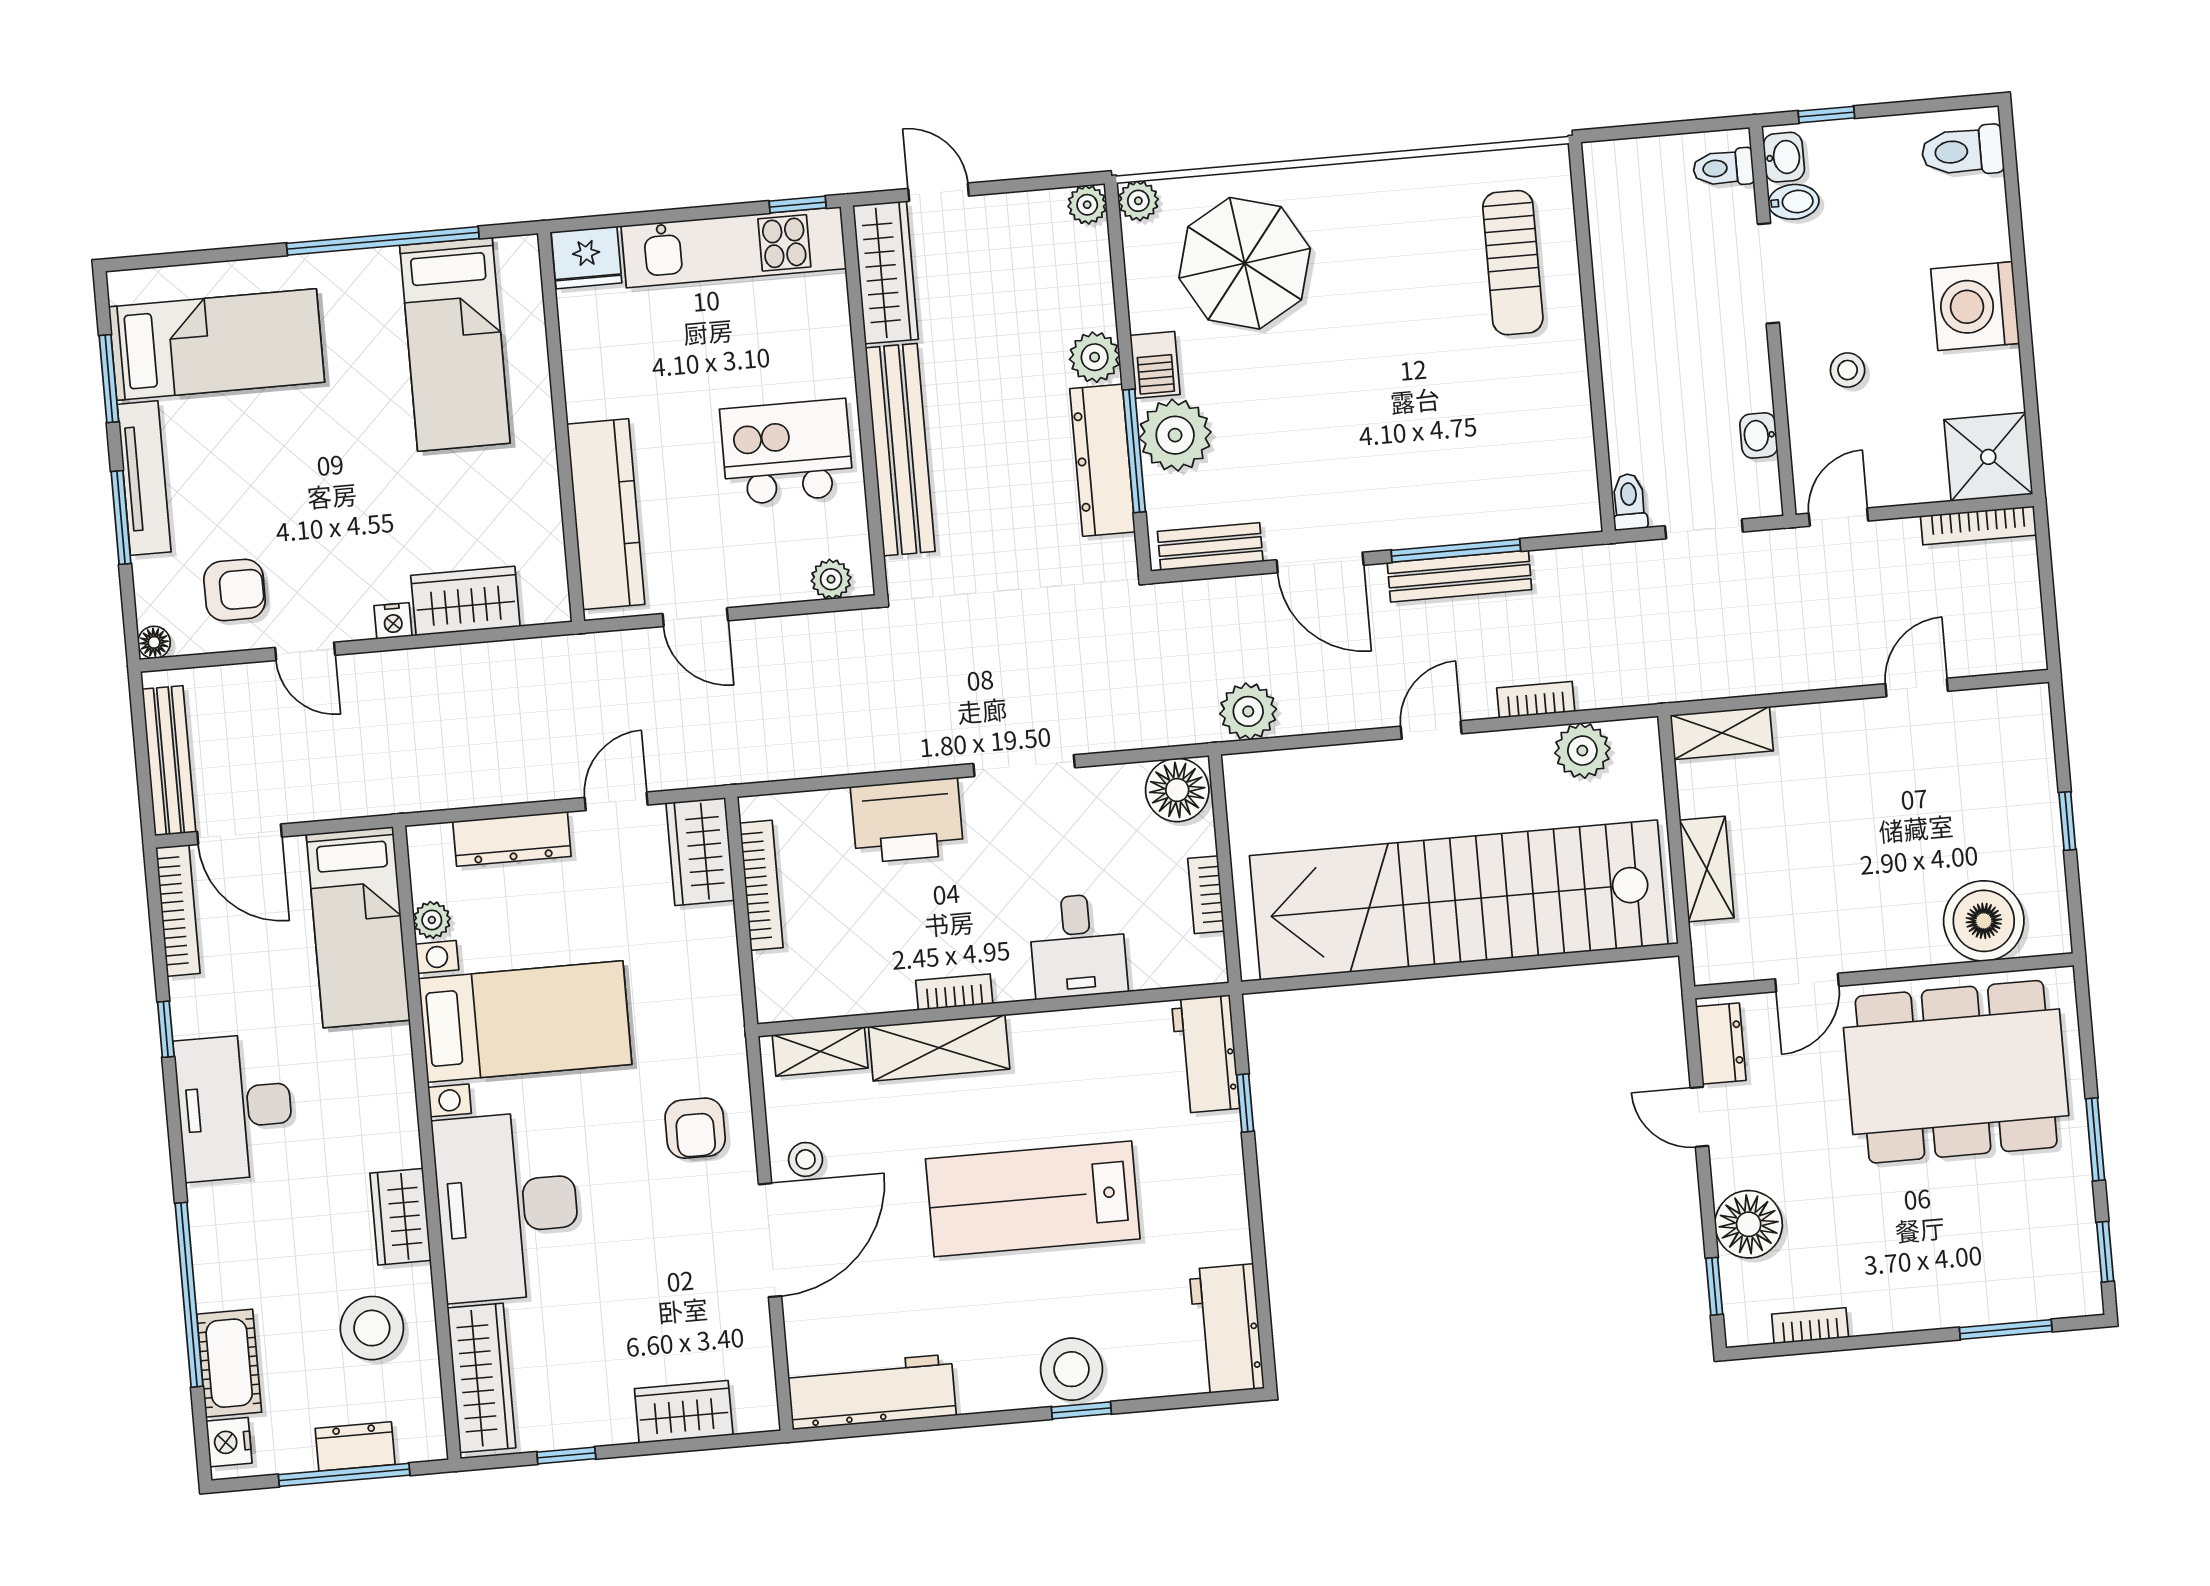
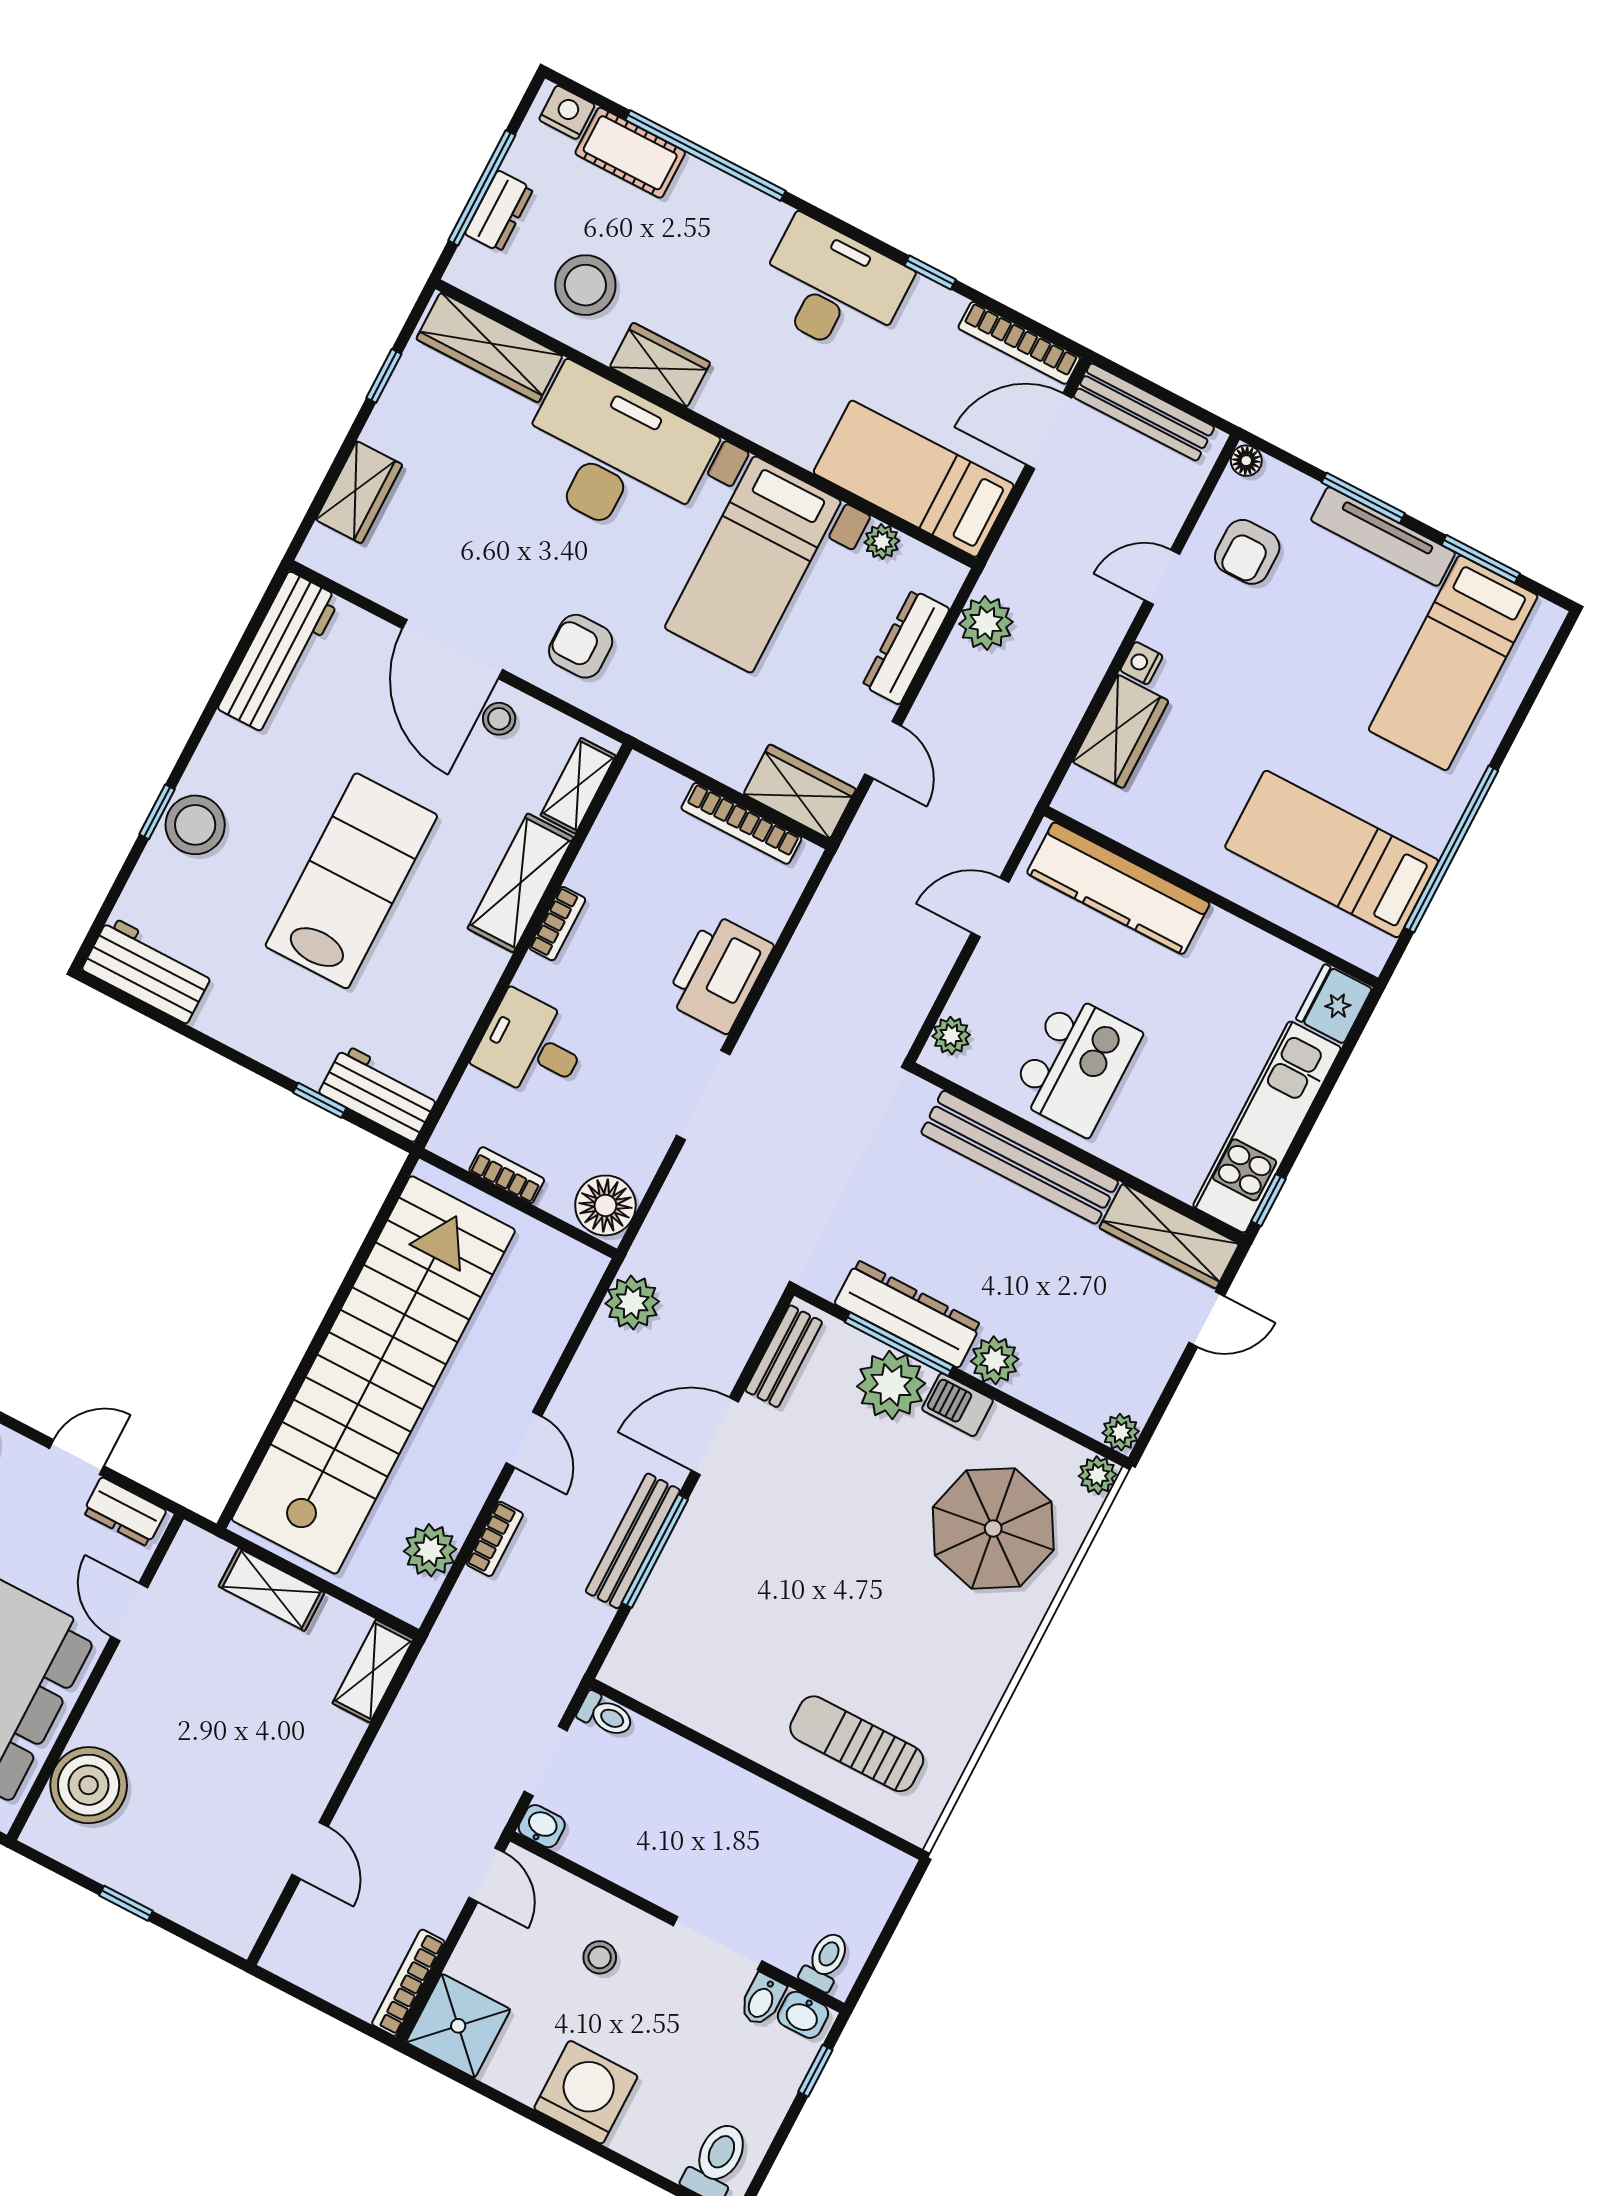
washbasin: (1759, 435) -> (542, 1826), moved
plant: (445, 782) -> (986, 623), added

